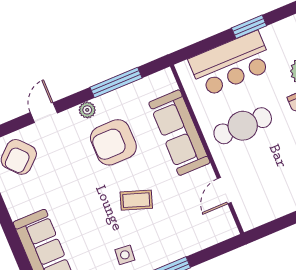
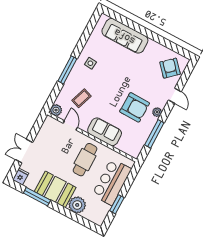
sofa: (179, 133) -> (105, 132), width x0.73
armchair: (113, 142) -> (135, 107), turned 91
coffee table: (136, 200) -> (81, 98), moved
plant: (227, 228) -> (56, 110), added

